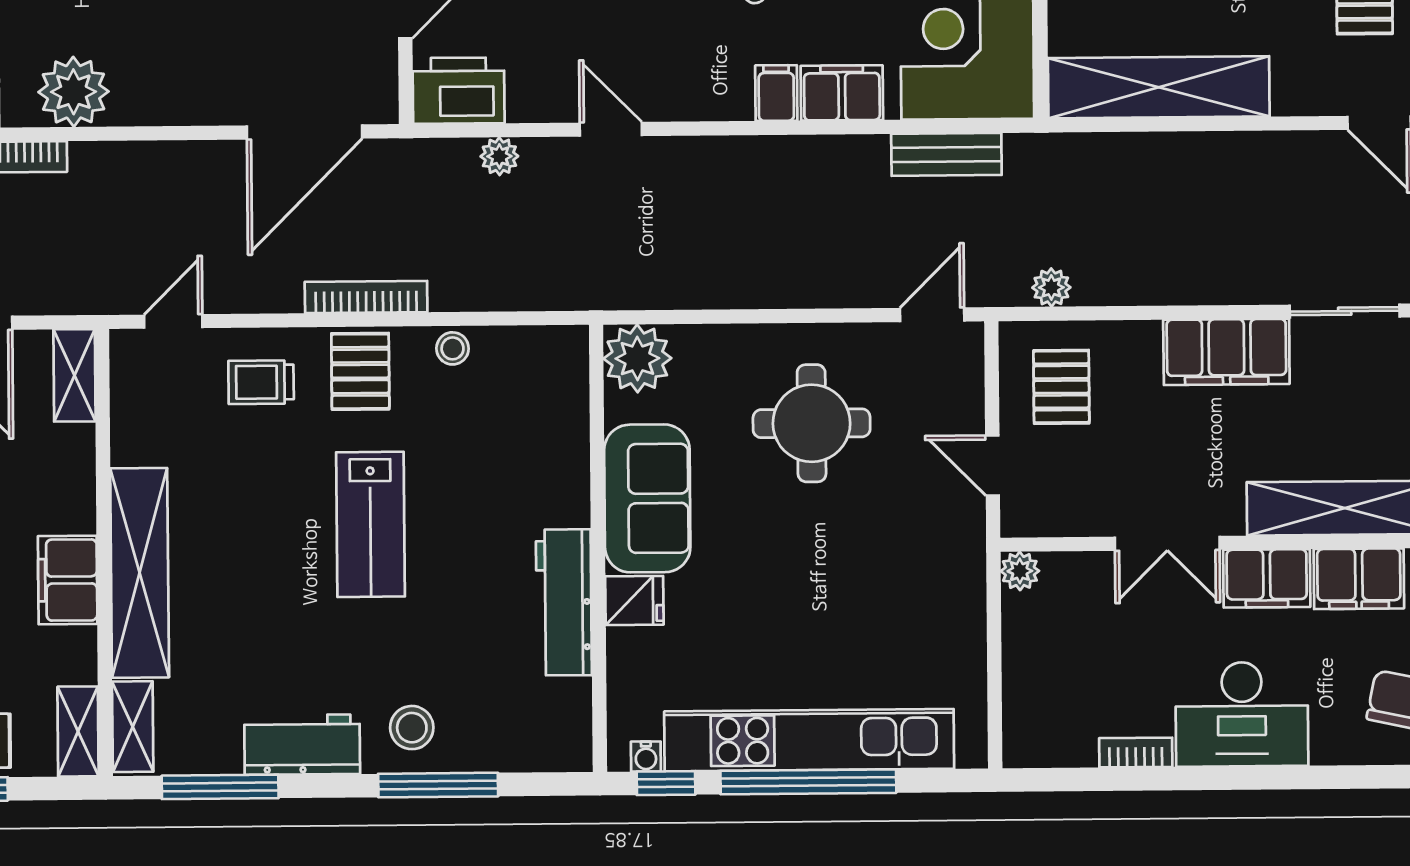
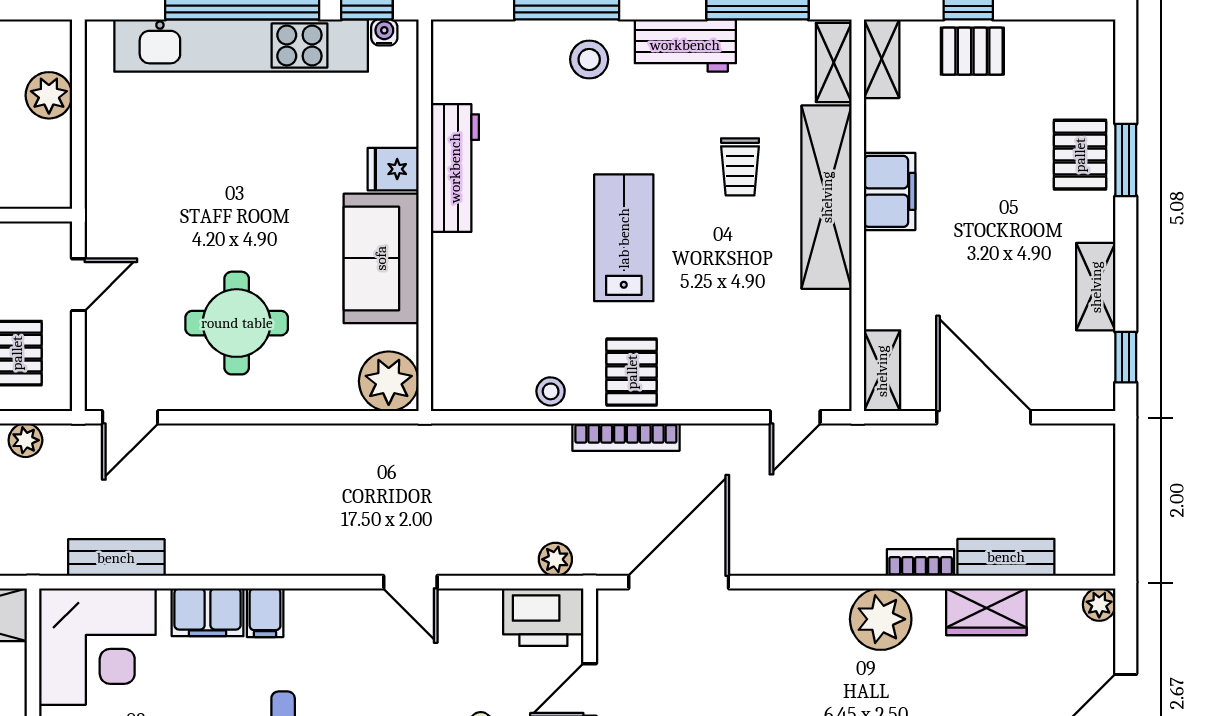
plant: (499, 156) -> (555, 559), moved
trolley: (261, 382) -> (740, 167), moved, turned 90
door: (993, 465) -> (78, 285), hinge flipped
plant: (1020, 571) -> (49, 95), moved, width x1.38, depth x1.38

